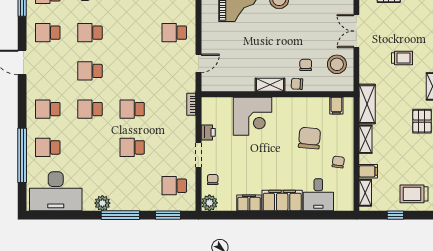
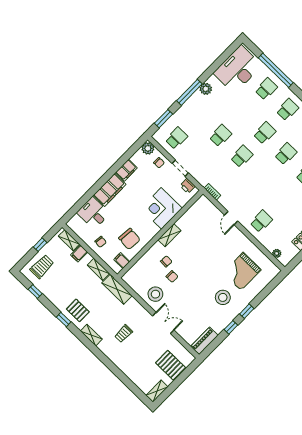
shelving: (270, 85) -> (169, 235), moved
wall: (277, 94) -> (160, 234), moved
filing cabinet: (336, 106) -> (122, 261), moved
corner desk: (252, 116) -> (161, 208), moved

